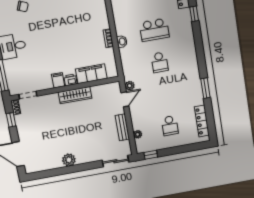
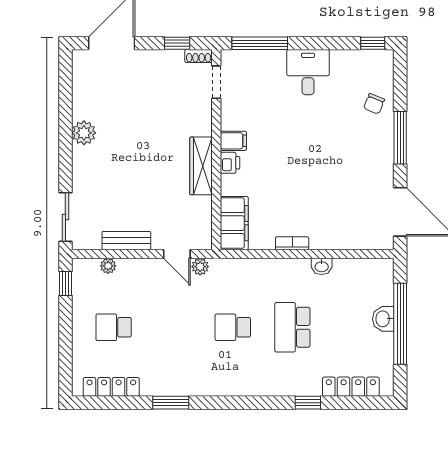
washbasin: (122, 42) -> (322, 266), moved
filing cabinet: (91, 74) -> (234, 223), moved

